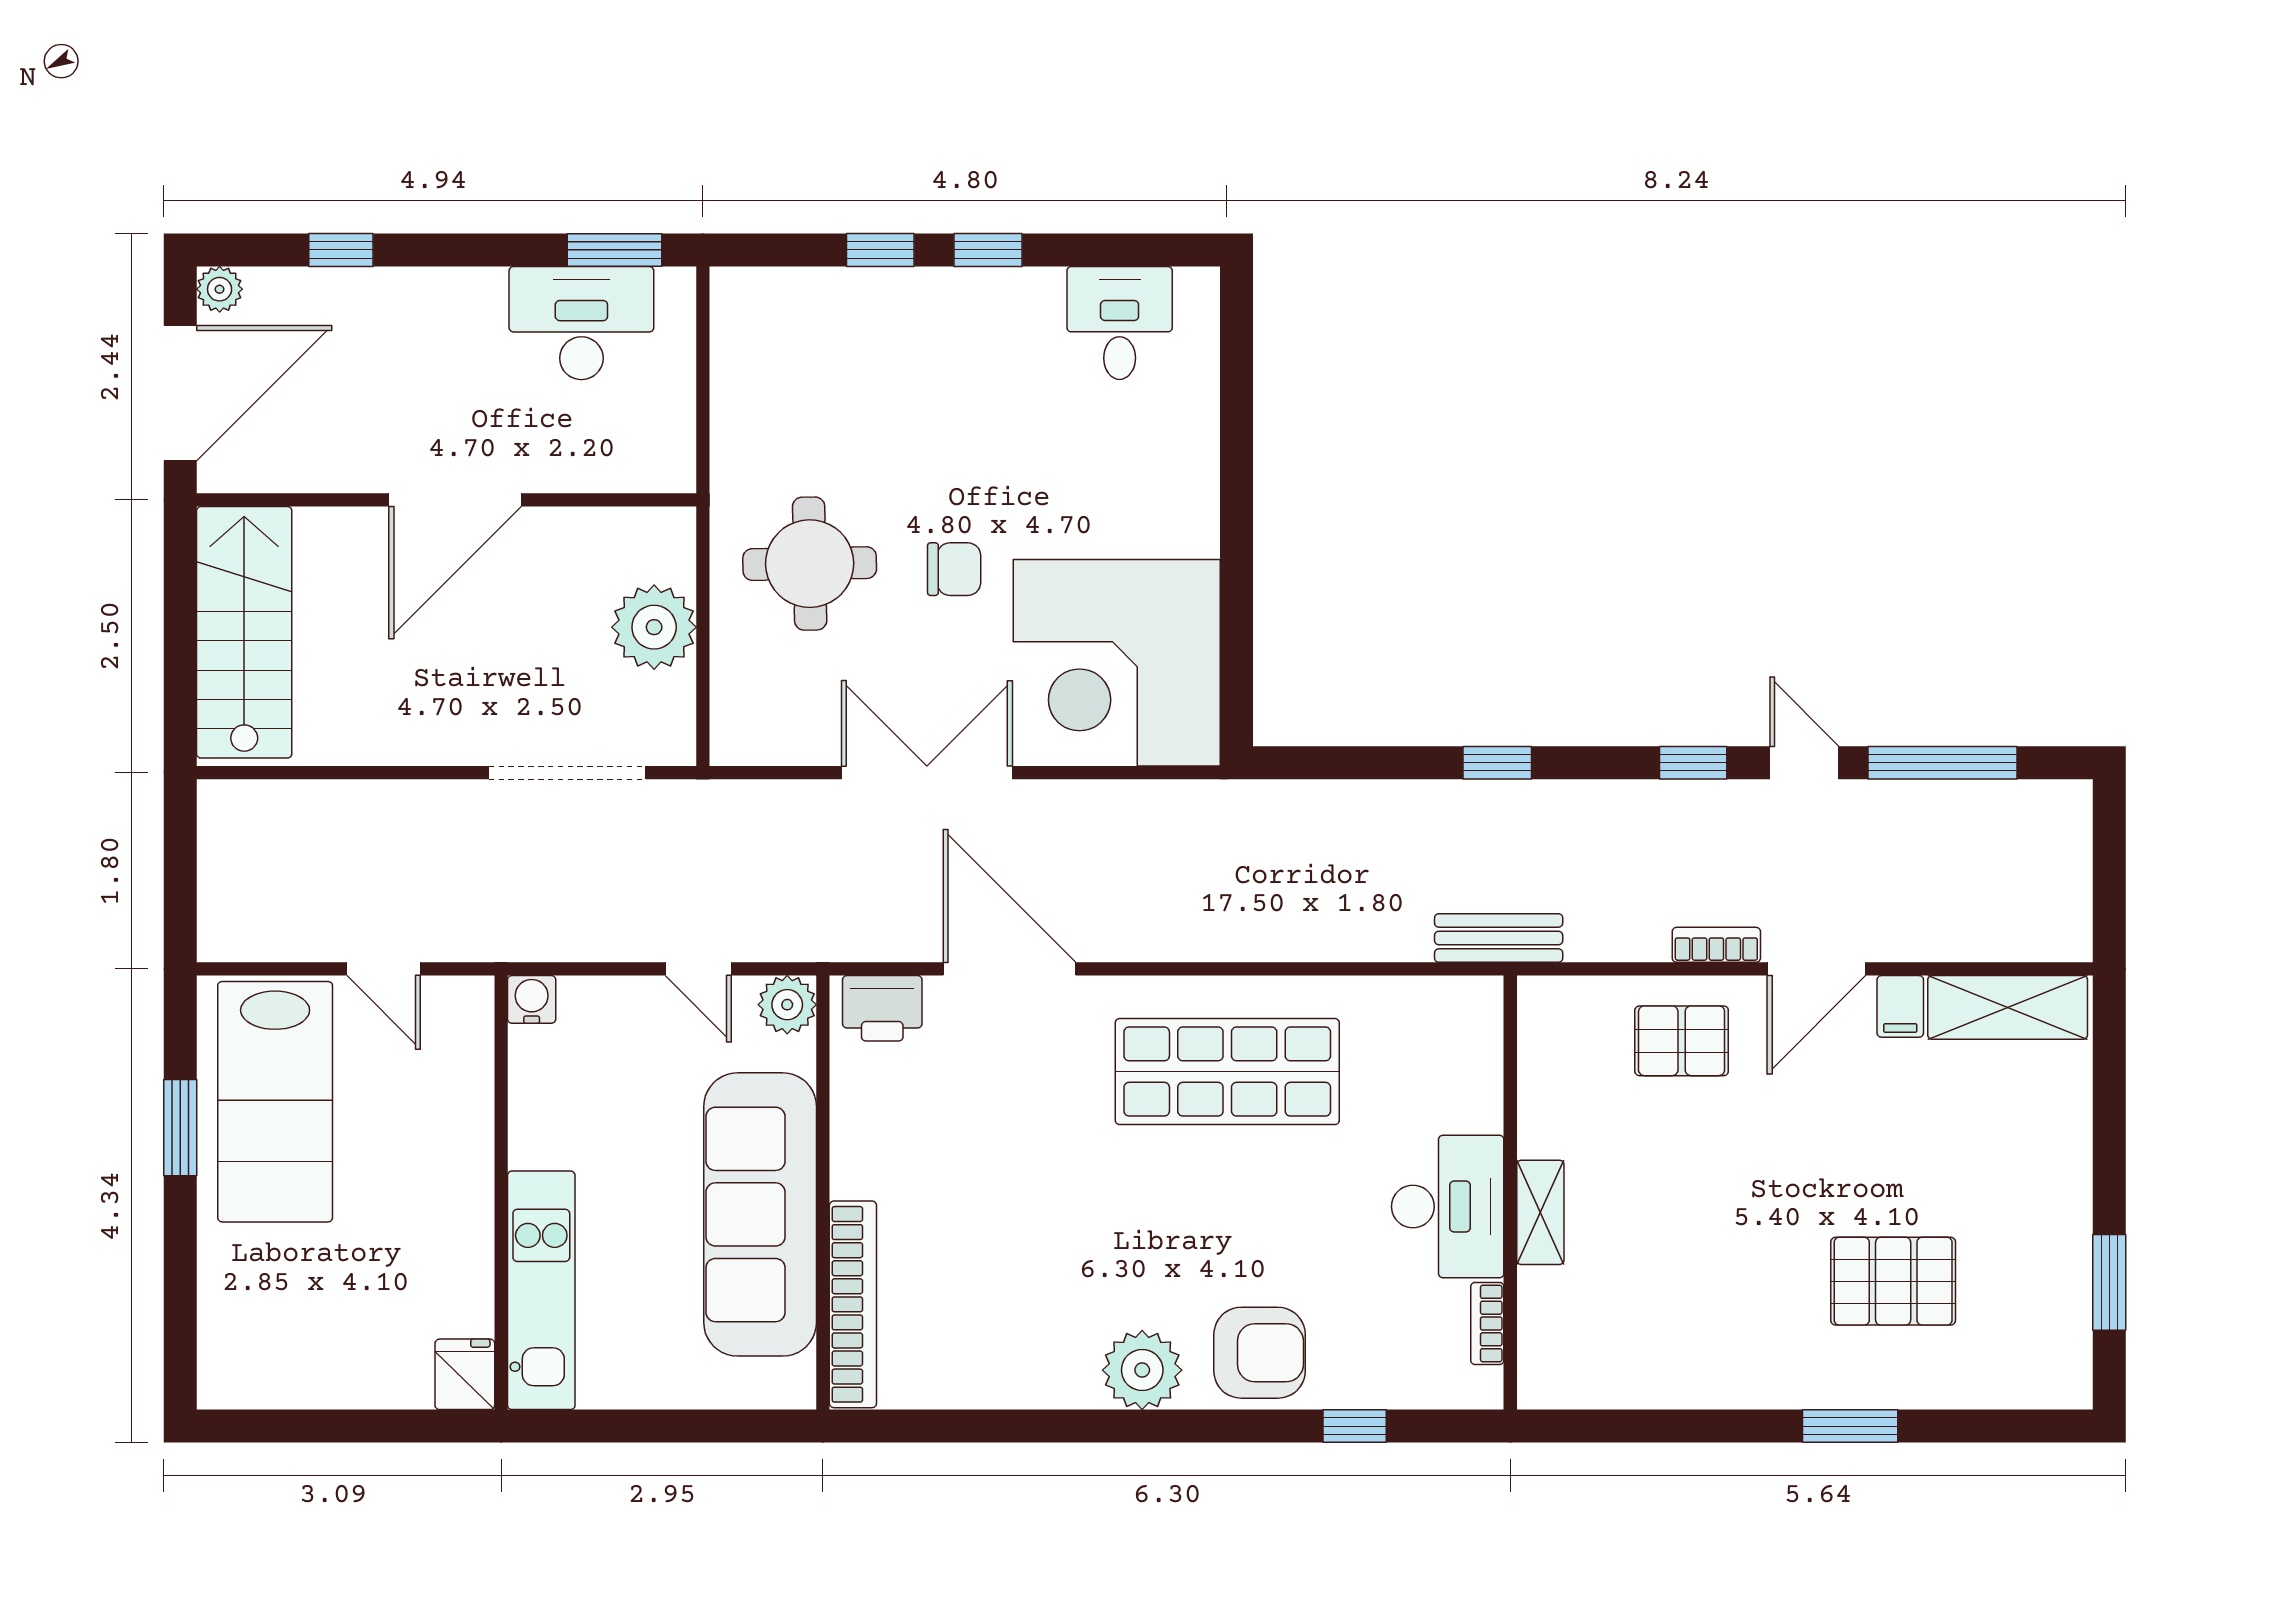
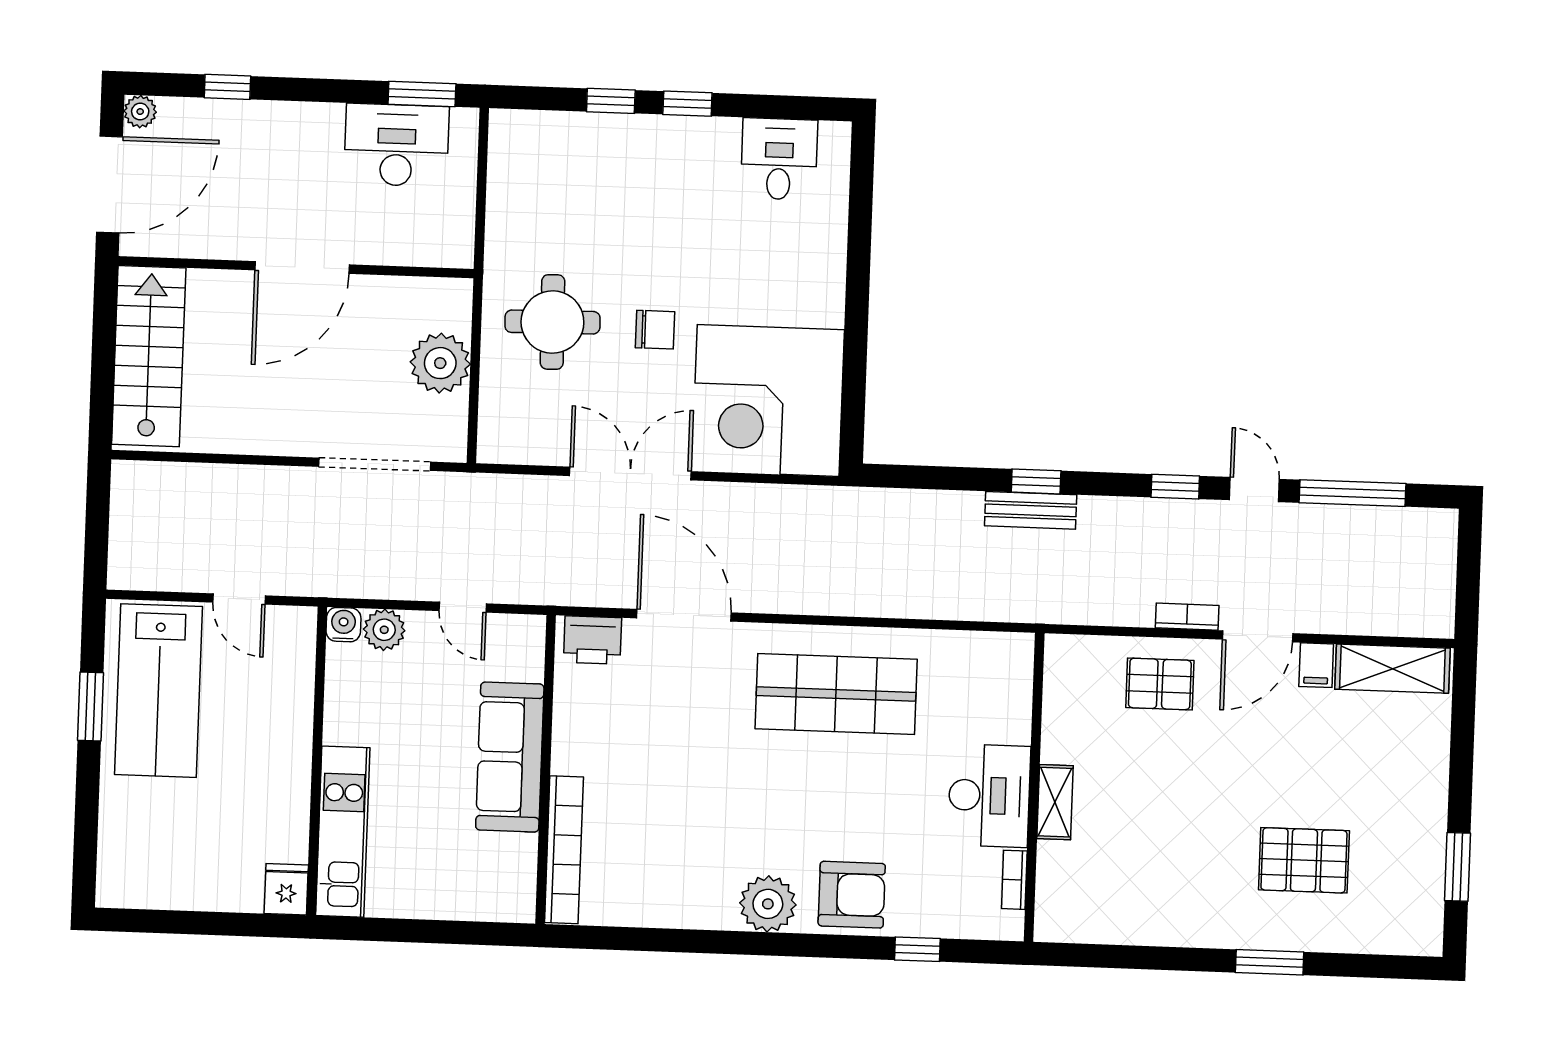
bench: (1499, 938) -> (1031, 510), moved
plant: (787, 1005) -> (384, 630), moved
sofa: (760, 1214) -> (510, 757), width x0.74, depth x0.79

